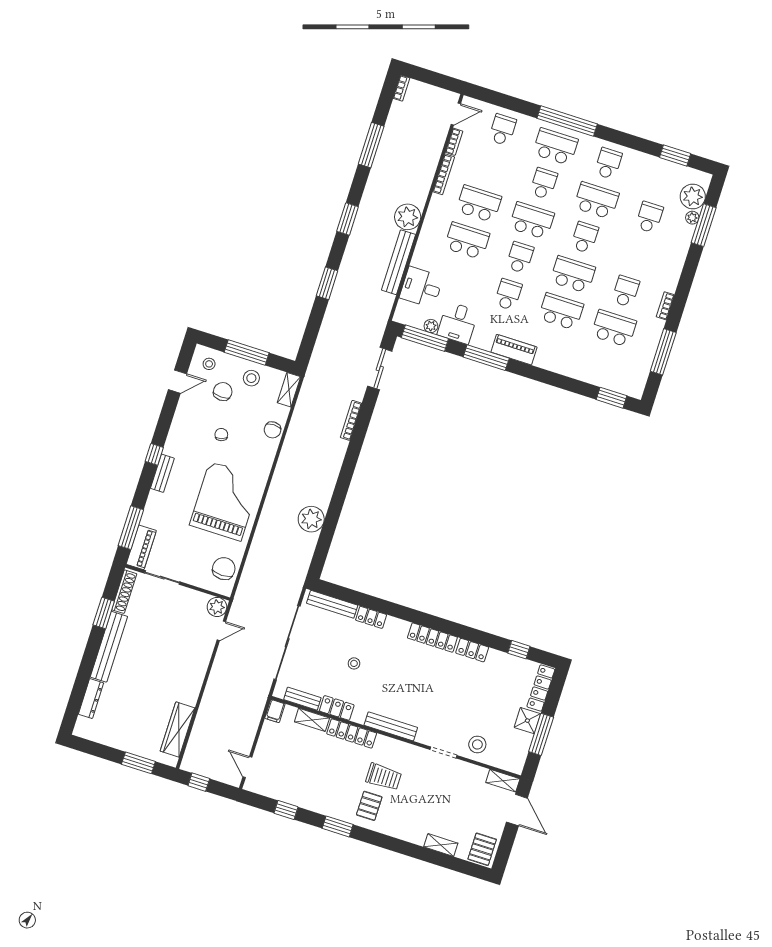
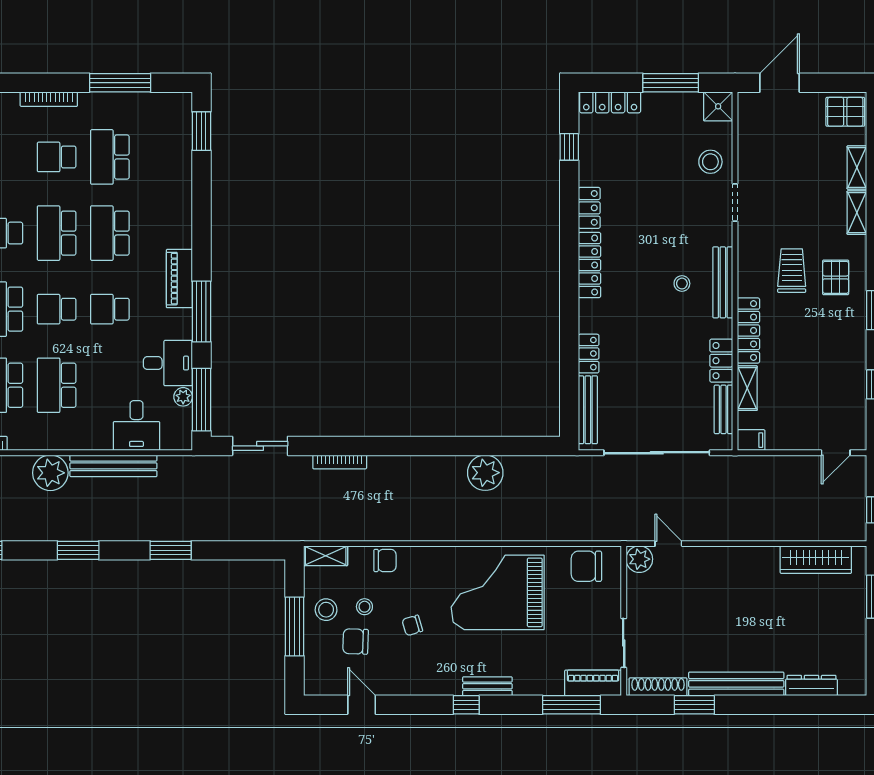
bookcase: (665, 306) -> (49, 99), width x1.56
stool: (209, 364) -> (364, 607), moved
stool: (354, 663) -> (682, 284), moved
shower: (527, 721) -> (718, 106), moved
shelving: (503, 781) -> (857, 213), moved
pallet: (369, 806) -> (836, 277), turned 90

